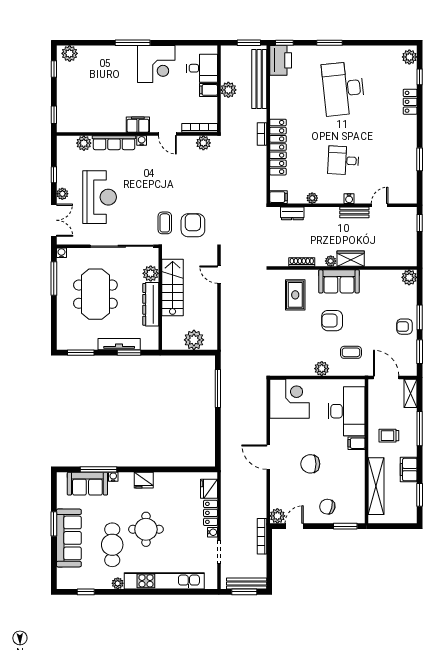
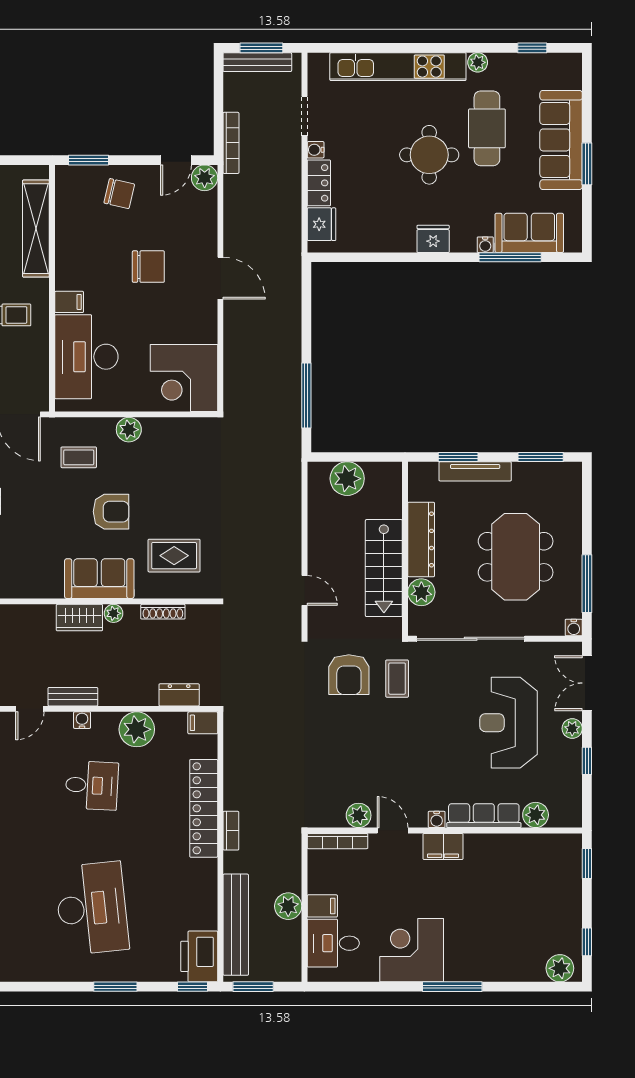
plant: (203, 143) -> (359, 815), moved
plant: (312, 198) -> (137, 729), width x1.87, depth x1.87
rug: (295, 295) -> (174, 556), turned 90

